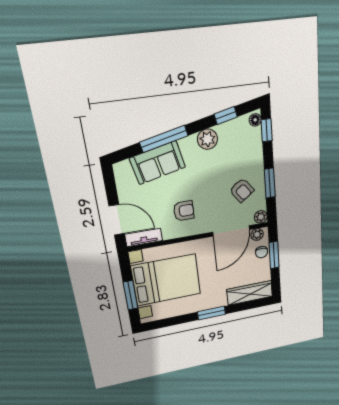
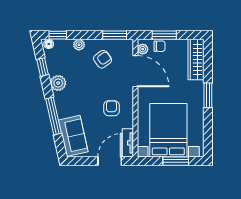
sofa: (158, 163) -> (73, 136), moved
window: (270, 183) -> (115, 35), moved
plant: (261, 217) -> (79, 45), moved

